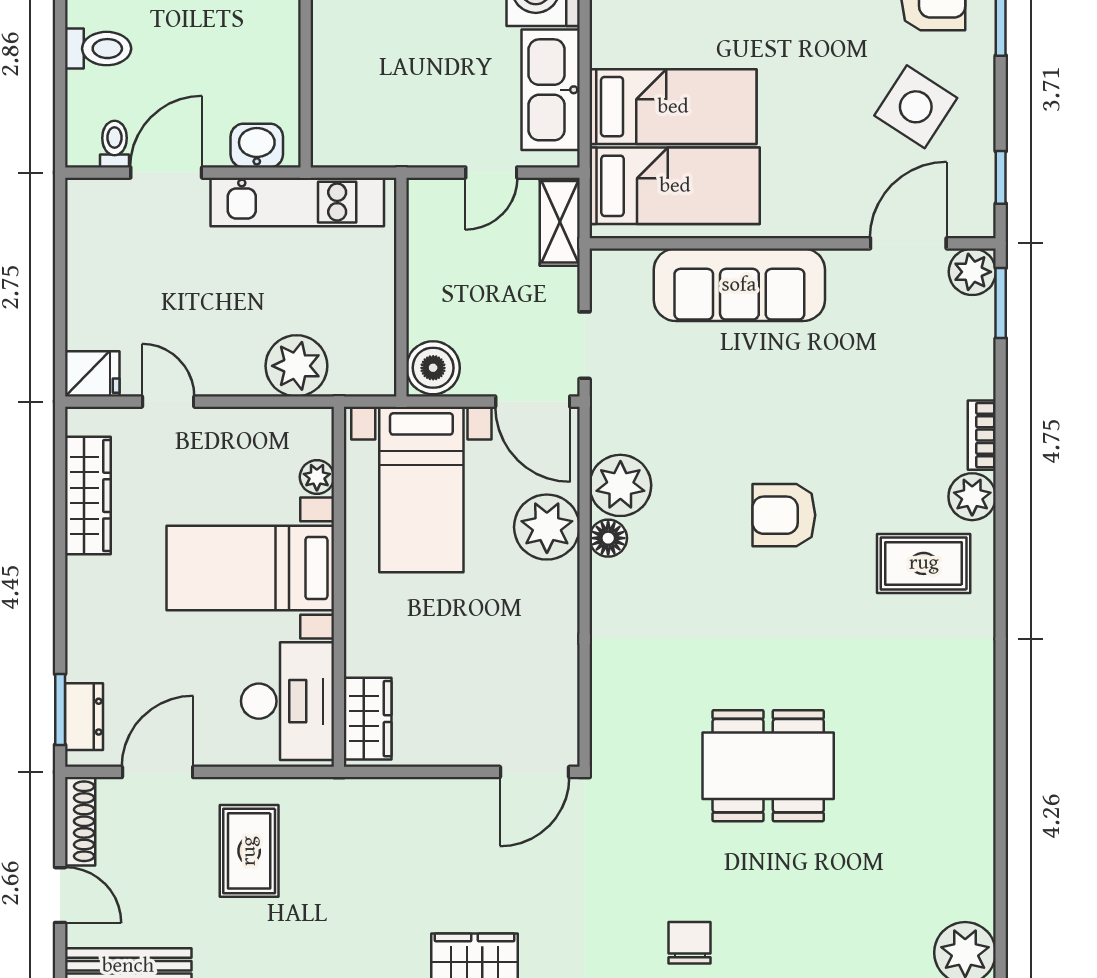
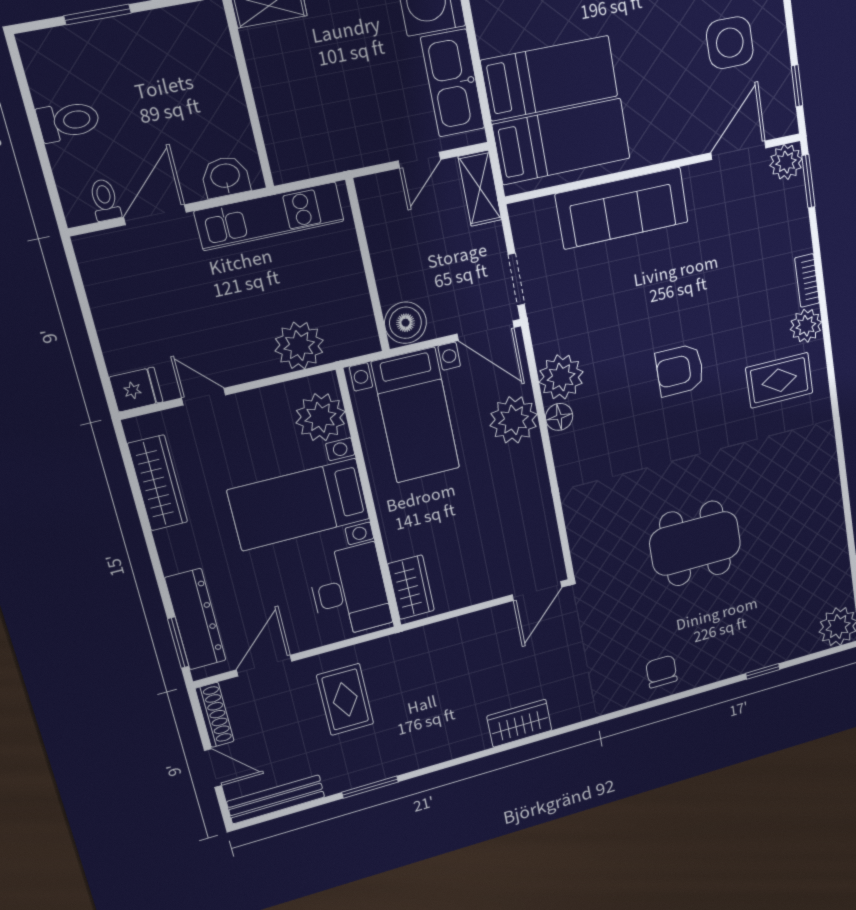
side table: (916, 107) -> (730, 43), turned -33
plant: (317, 477) -> (321, 417), width x1.87, depth x1.87
dresser: (84, 717) -> (195, 619), width x1.96, depth x1.24

